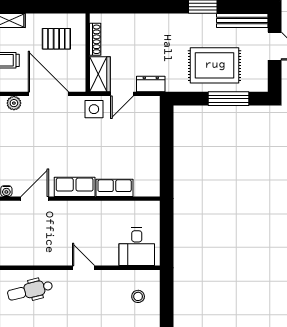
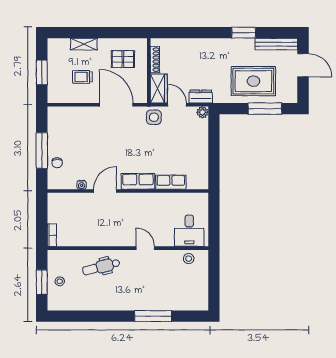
door: (122, 94) -> (177, 105), swing flipped
plant: (14, 103) -> (202, 112), moved
stool: (138, 296) -> (189, 259), moved

